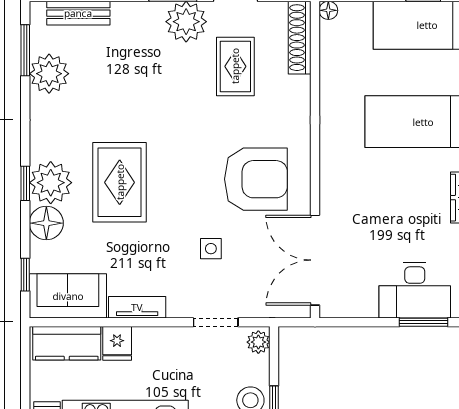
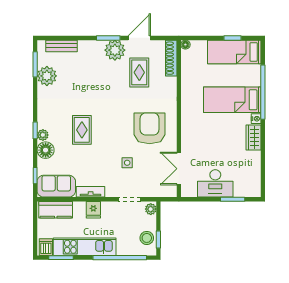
armchair: (256, 179) -> (150, 128), turned -90
rug: (120, 182) -> (82, 130), width x0.73, depth x0.70
plant: (51, 183) -> (43, 135), width x0.53, depth x0.53
double door: (315, 260) -> (179, 169), width x0.73
desk: (415, 290) -> (215, 183), moved
fridge: (117, 343) -> (93, 210), moved

